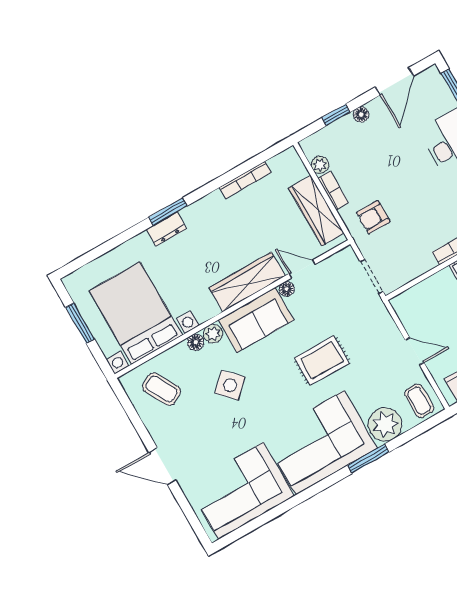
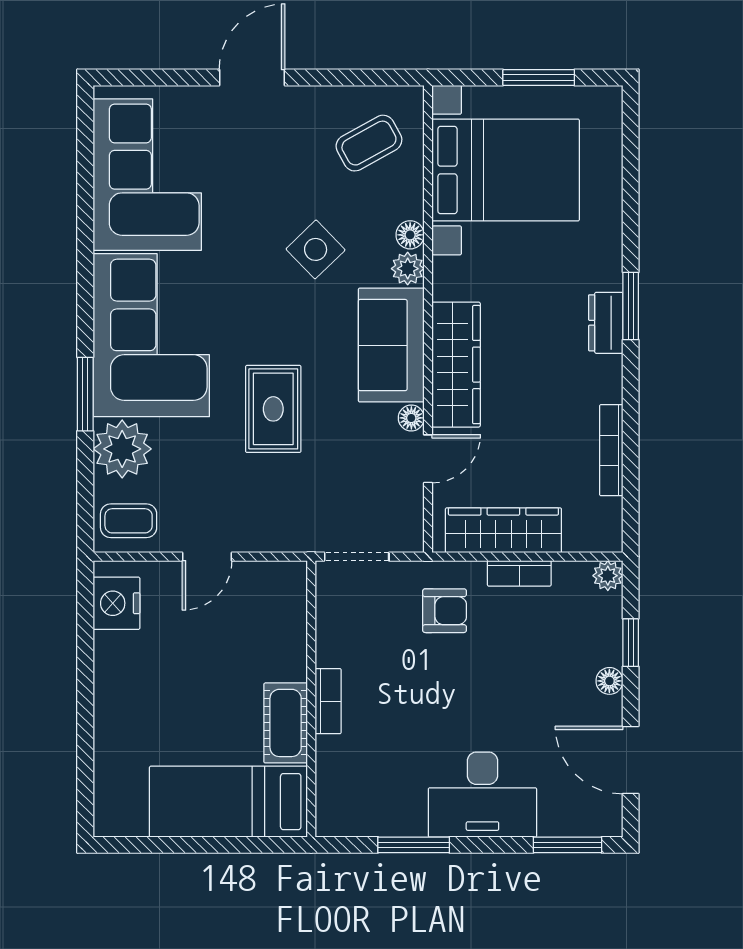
plant: (320, 165) -> (608, 576), moved
armchair: (373, 217) -> (445, 611), turned 90
dresser: (166, 229) -> (606, 323), moved

